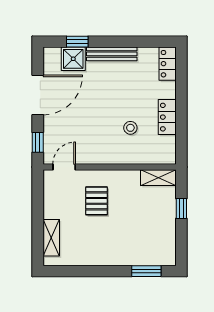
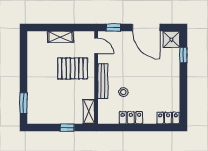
bench: (112, 54) -> (103, 81), moved
shower: (73, 59) -> (171, 39), moved
pallet: (97, 201) -> (73, 68), width x1.50, depth x1.42
shelving: (51, 238) -> (61, 37), moved

